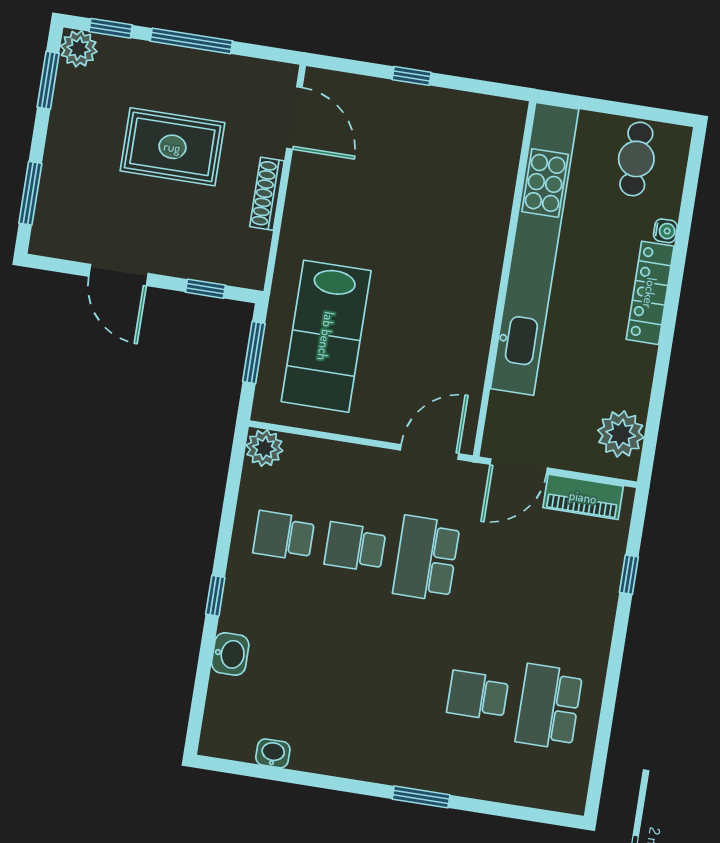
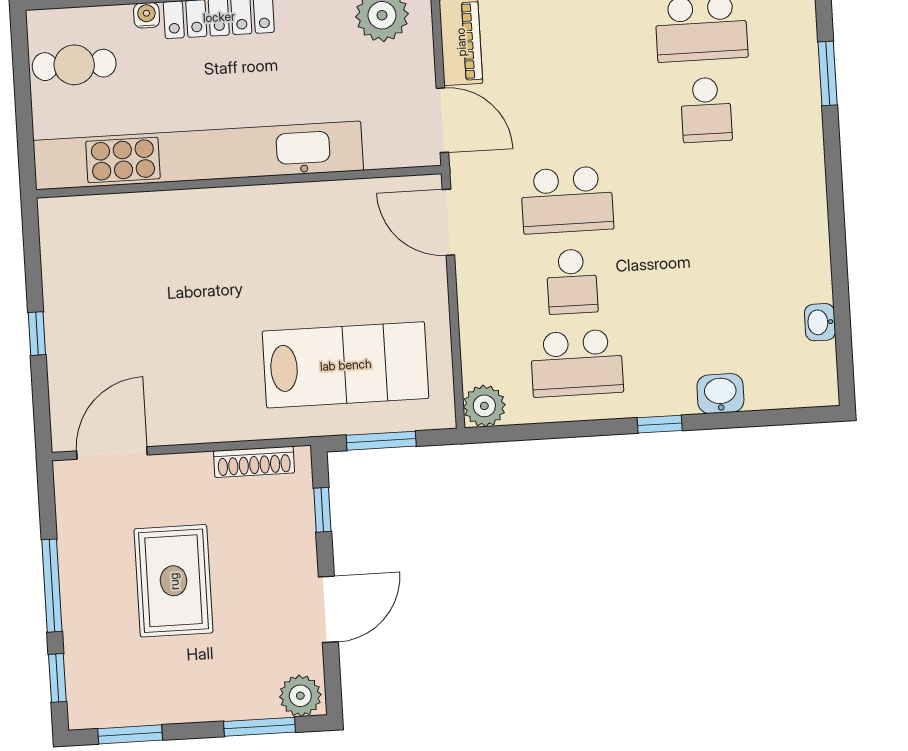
plant: (79, 49) -> (300, 696), moved
shoe rack: (267, 194) -> (254, 462), moved
school desk: (284, 536) -> (577, 363), width x1.85
window: (421, 797) -> (828, 73), moved

